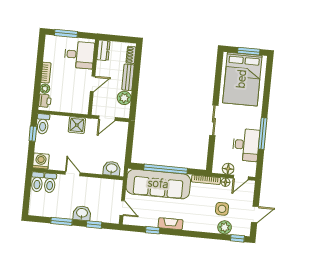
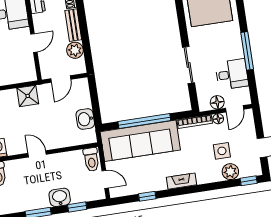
sliding door: (214, 120) -> (189, 65), moved
desk: (246, 145) -> (232, 74), width x0.73
washbasin: (112, 168) -> (85, 119), moved, turned -90
toilet: (50, 183) -> (91, 159), moved
fireplace: (171, 224) -> (181, 181), moved

